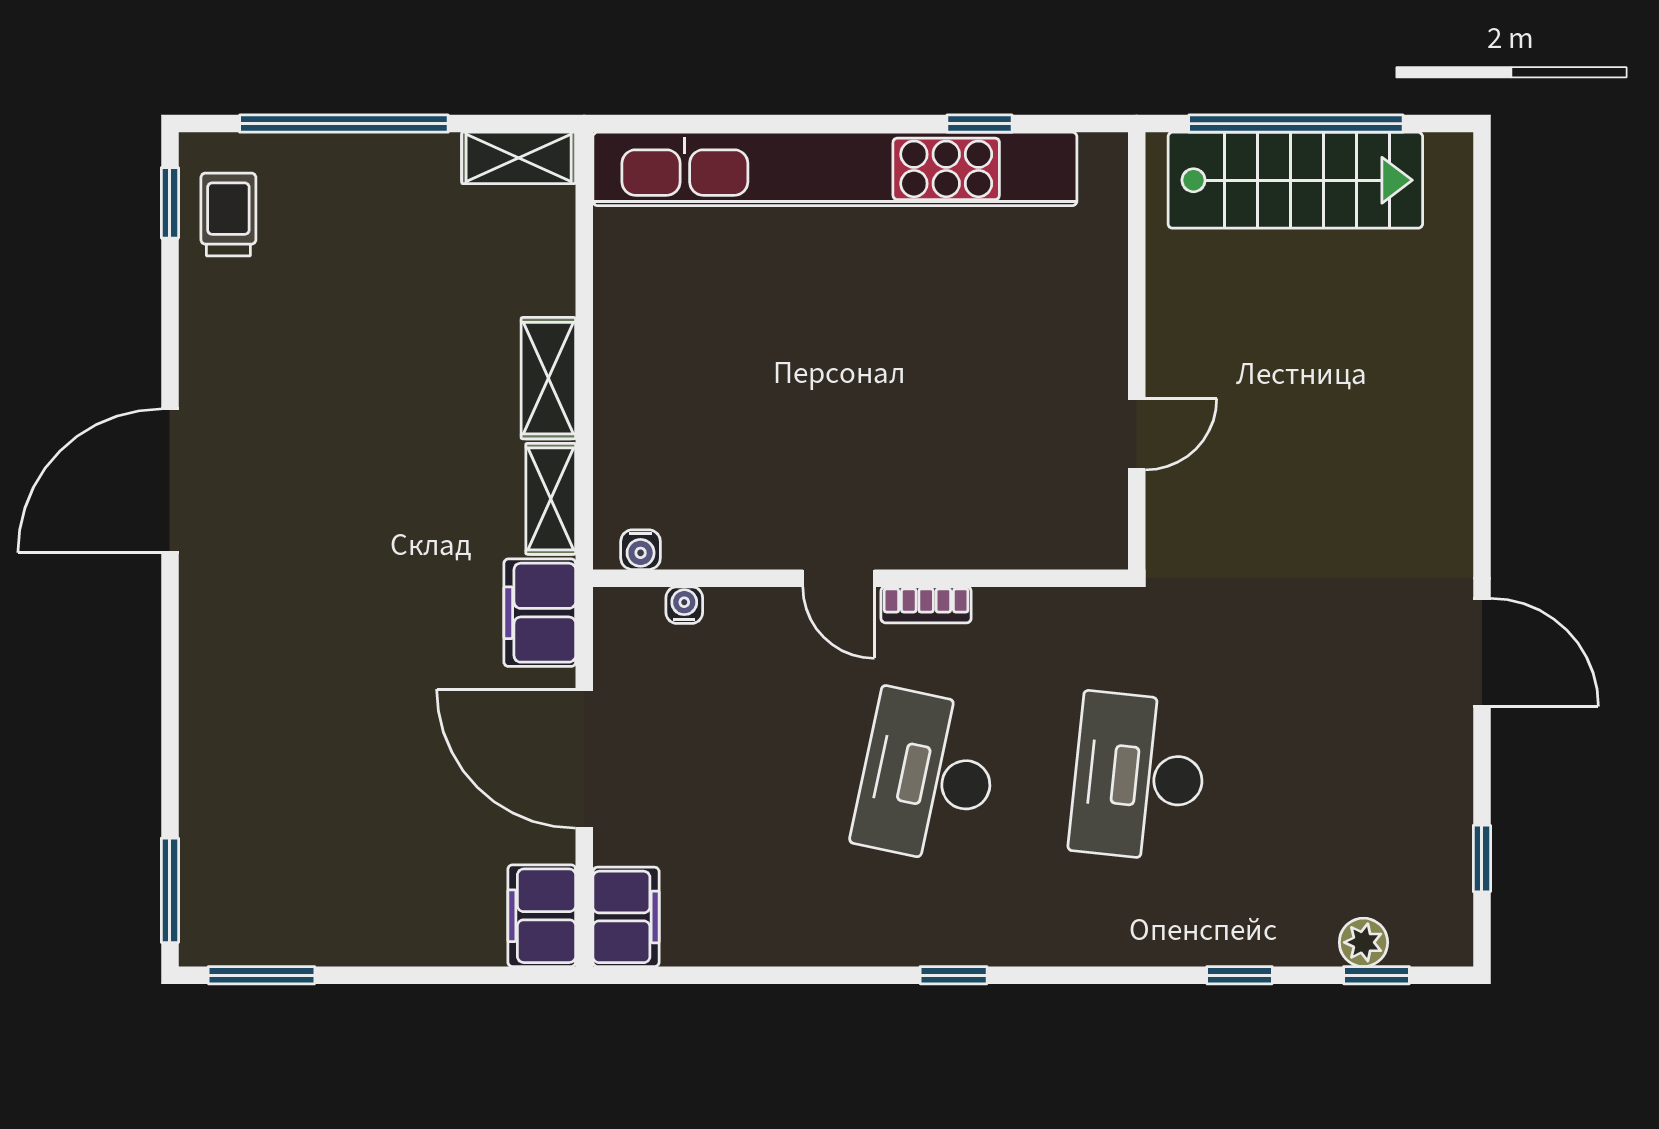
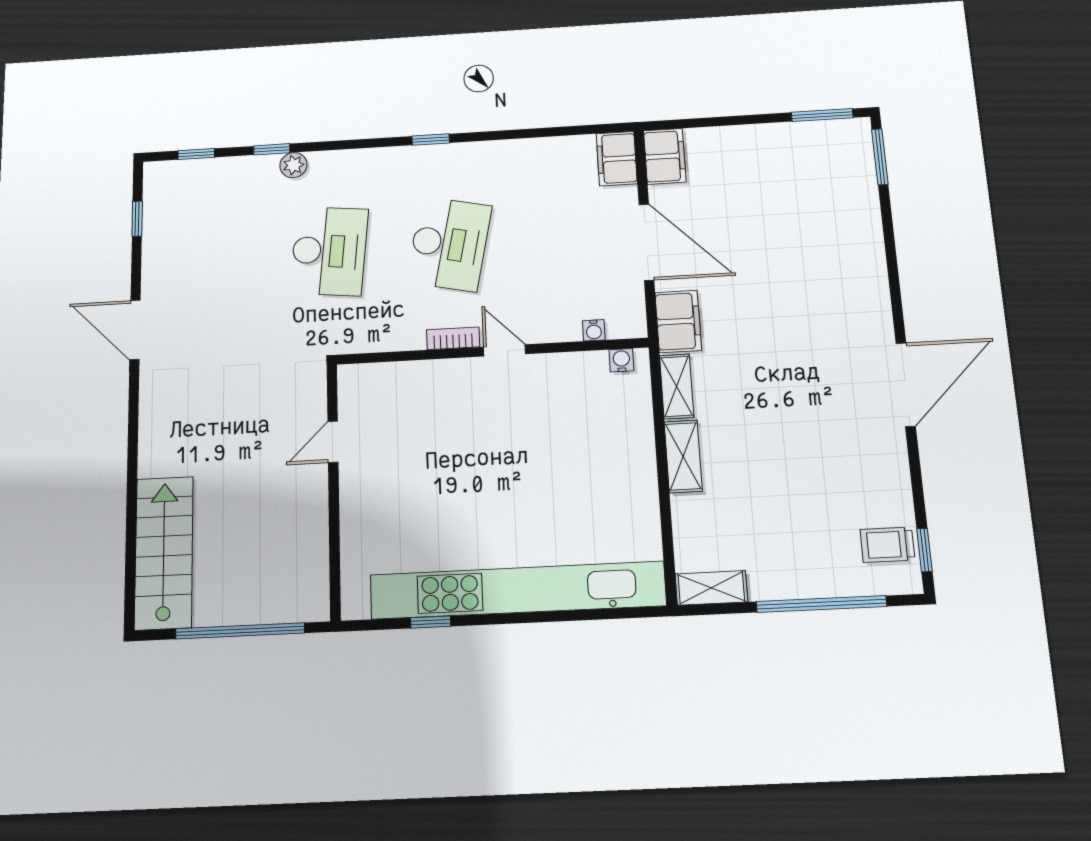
stairs: (1295, 180) -> (164, 553), moved, turned 90
trolley: (228, 214) -> (887, 545), turned 90
plant: (1363, 942) -> (293, 165), moved

